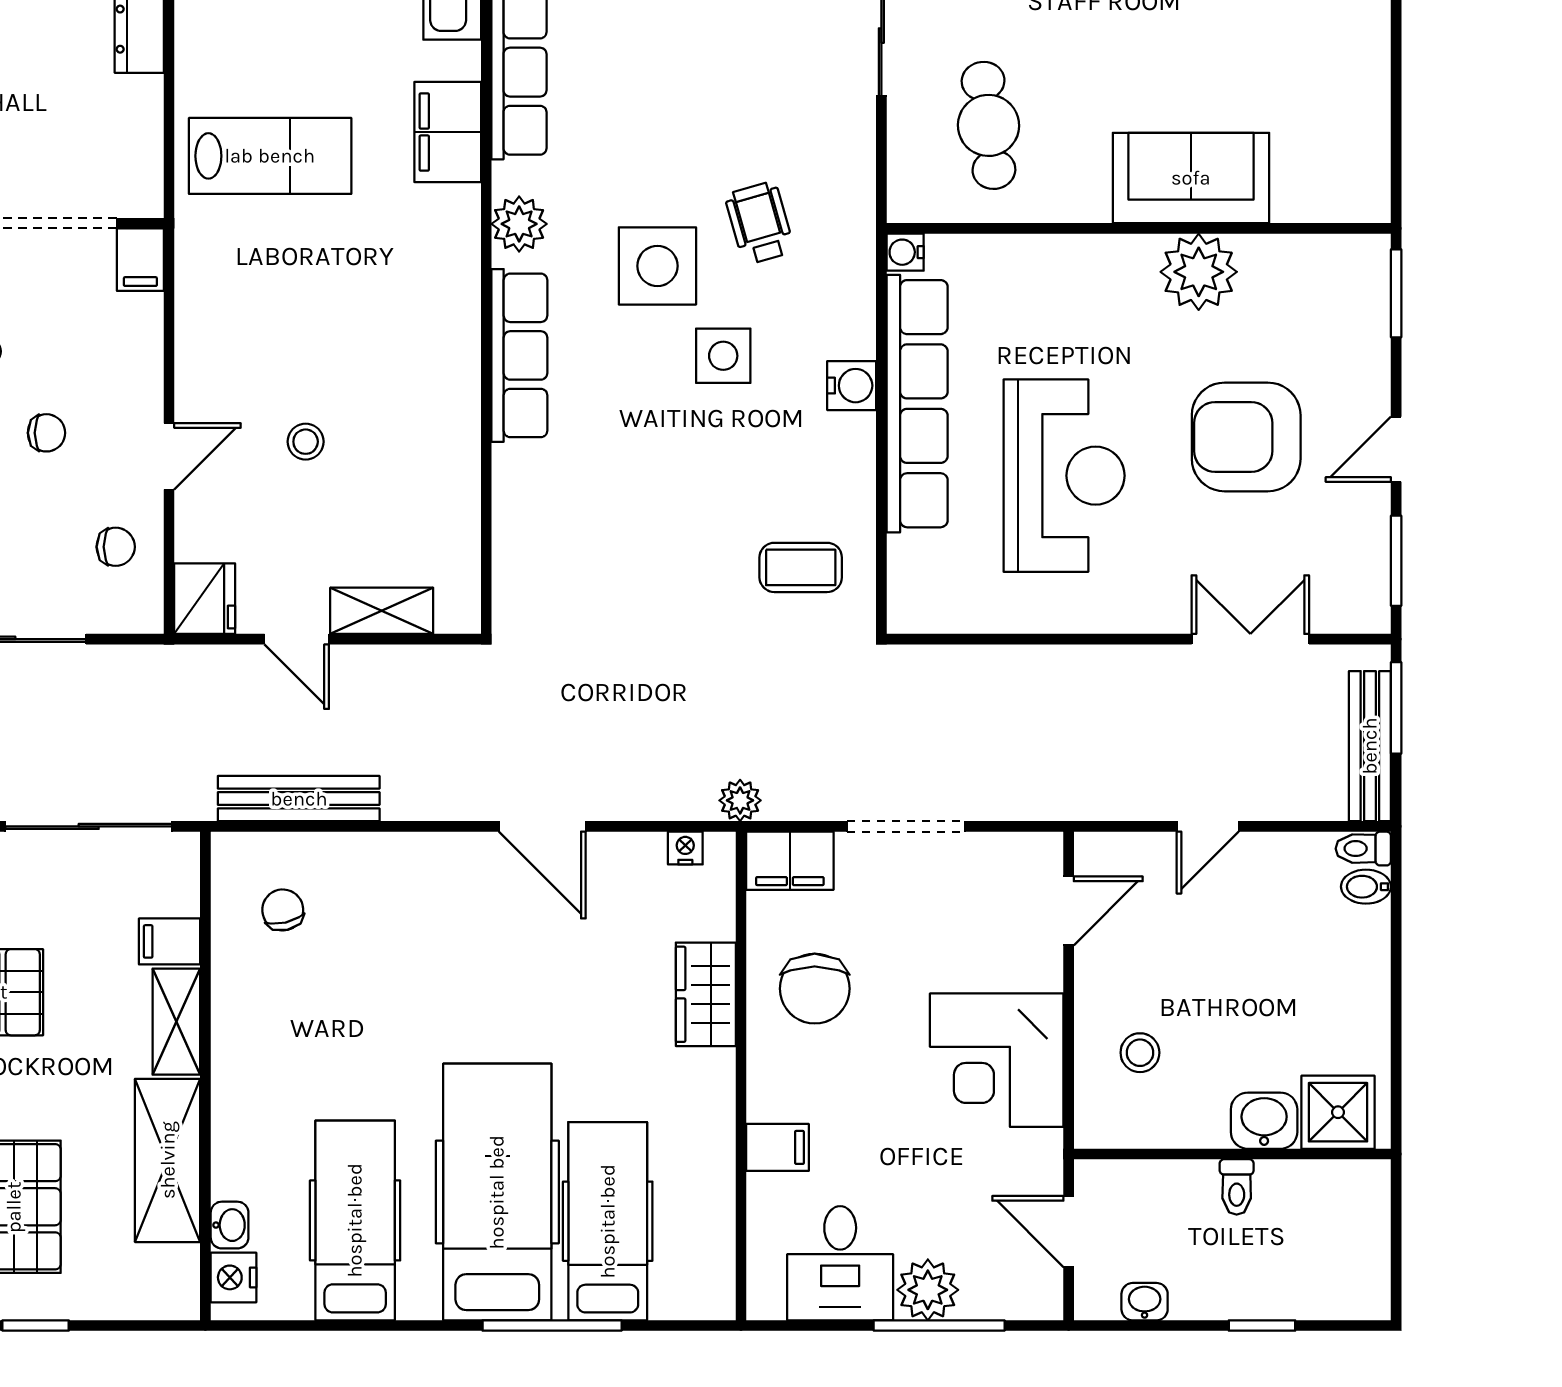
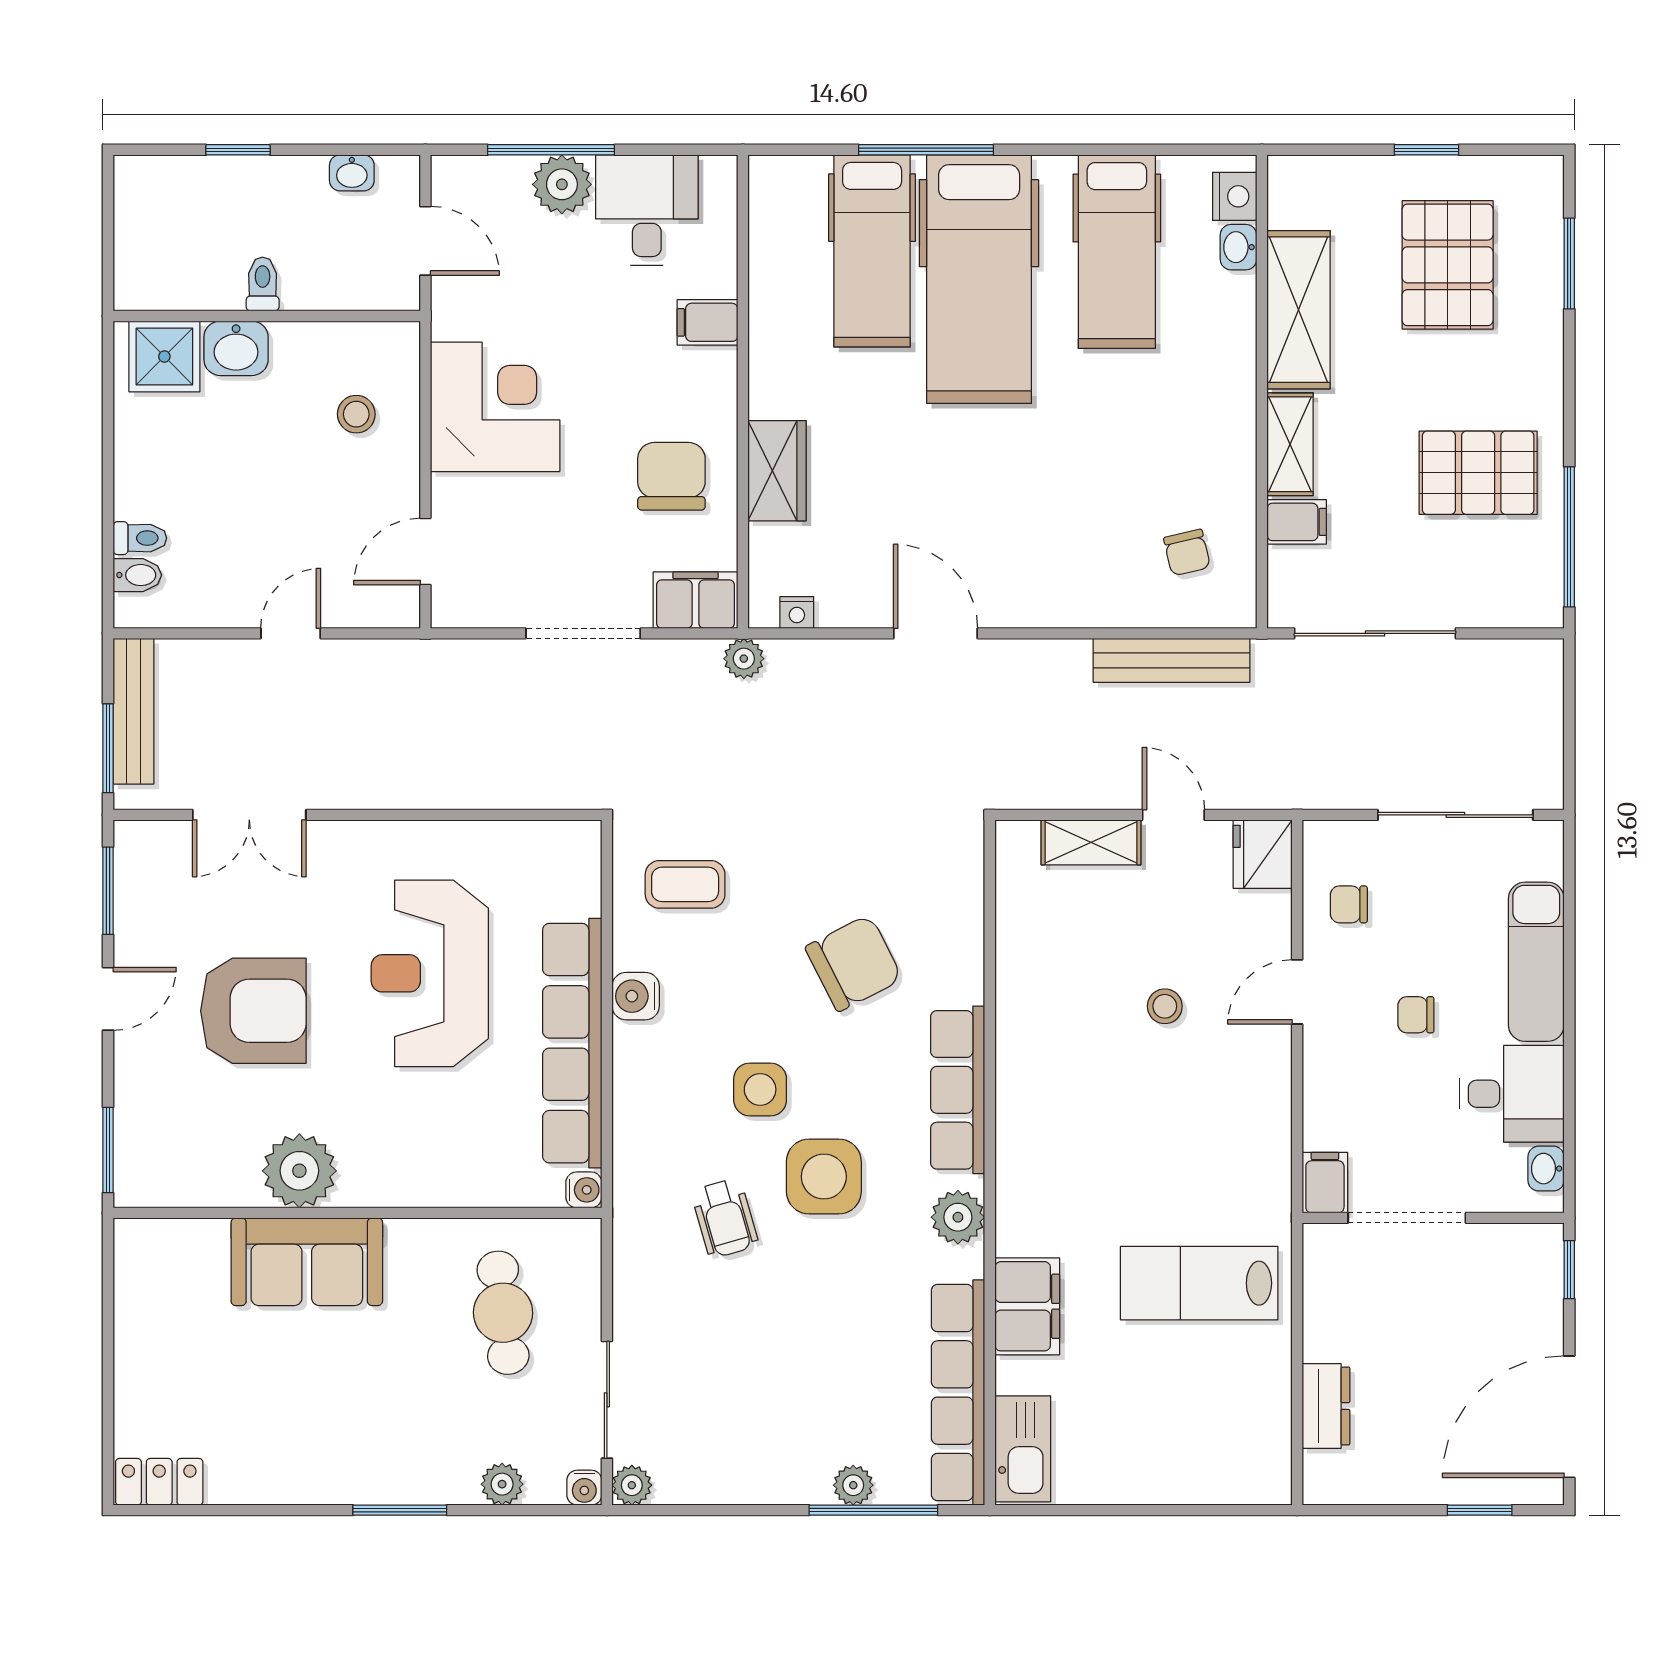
water cooler: (852, 386) -> (636, 996), moved
chair: (627, 486) -> (854, 963), added
toilet: (1363, 849) -> (140, 538), moved

